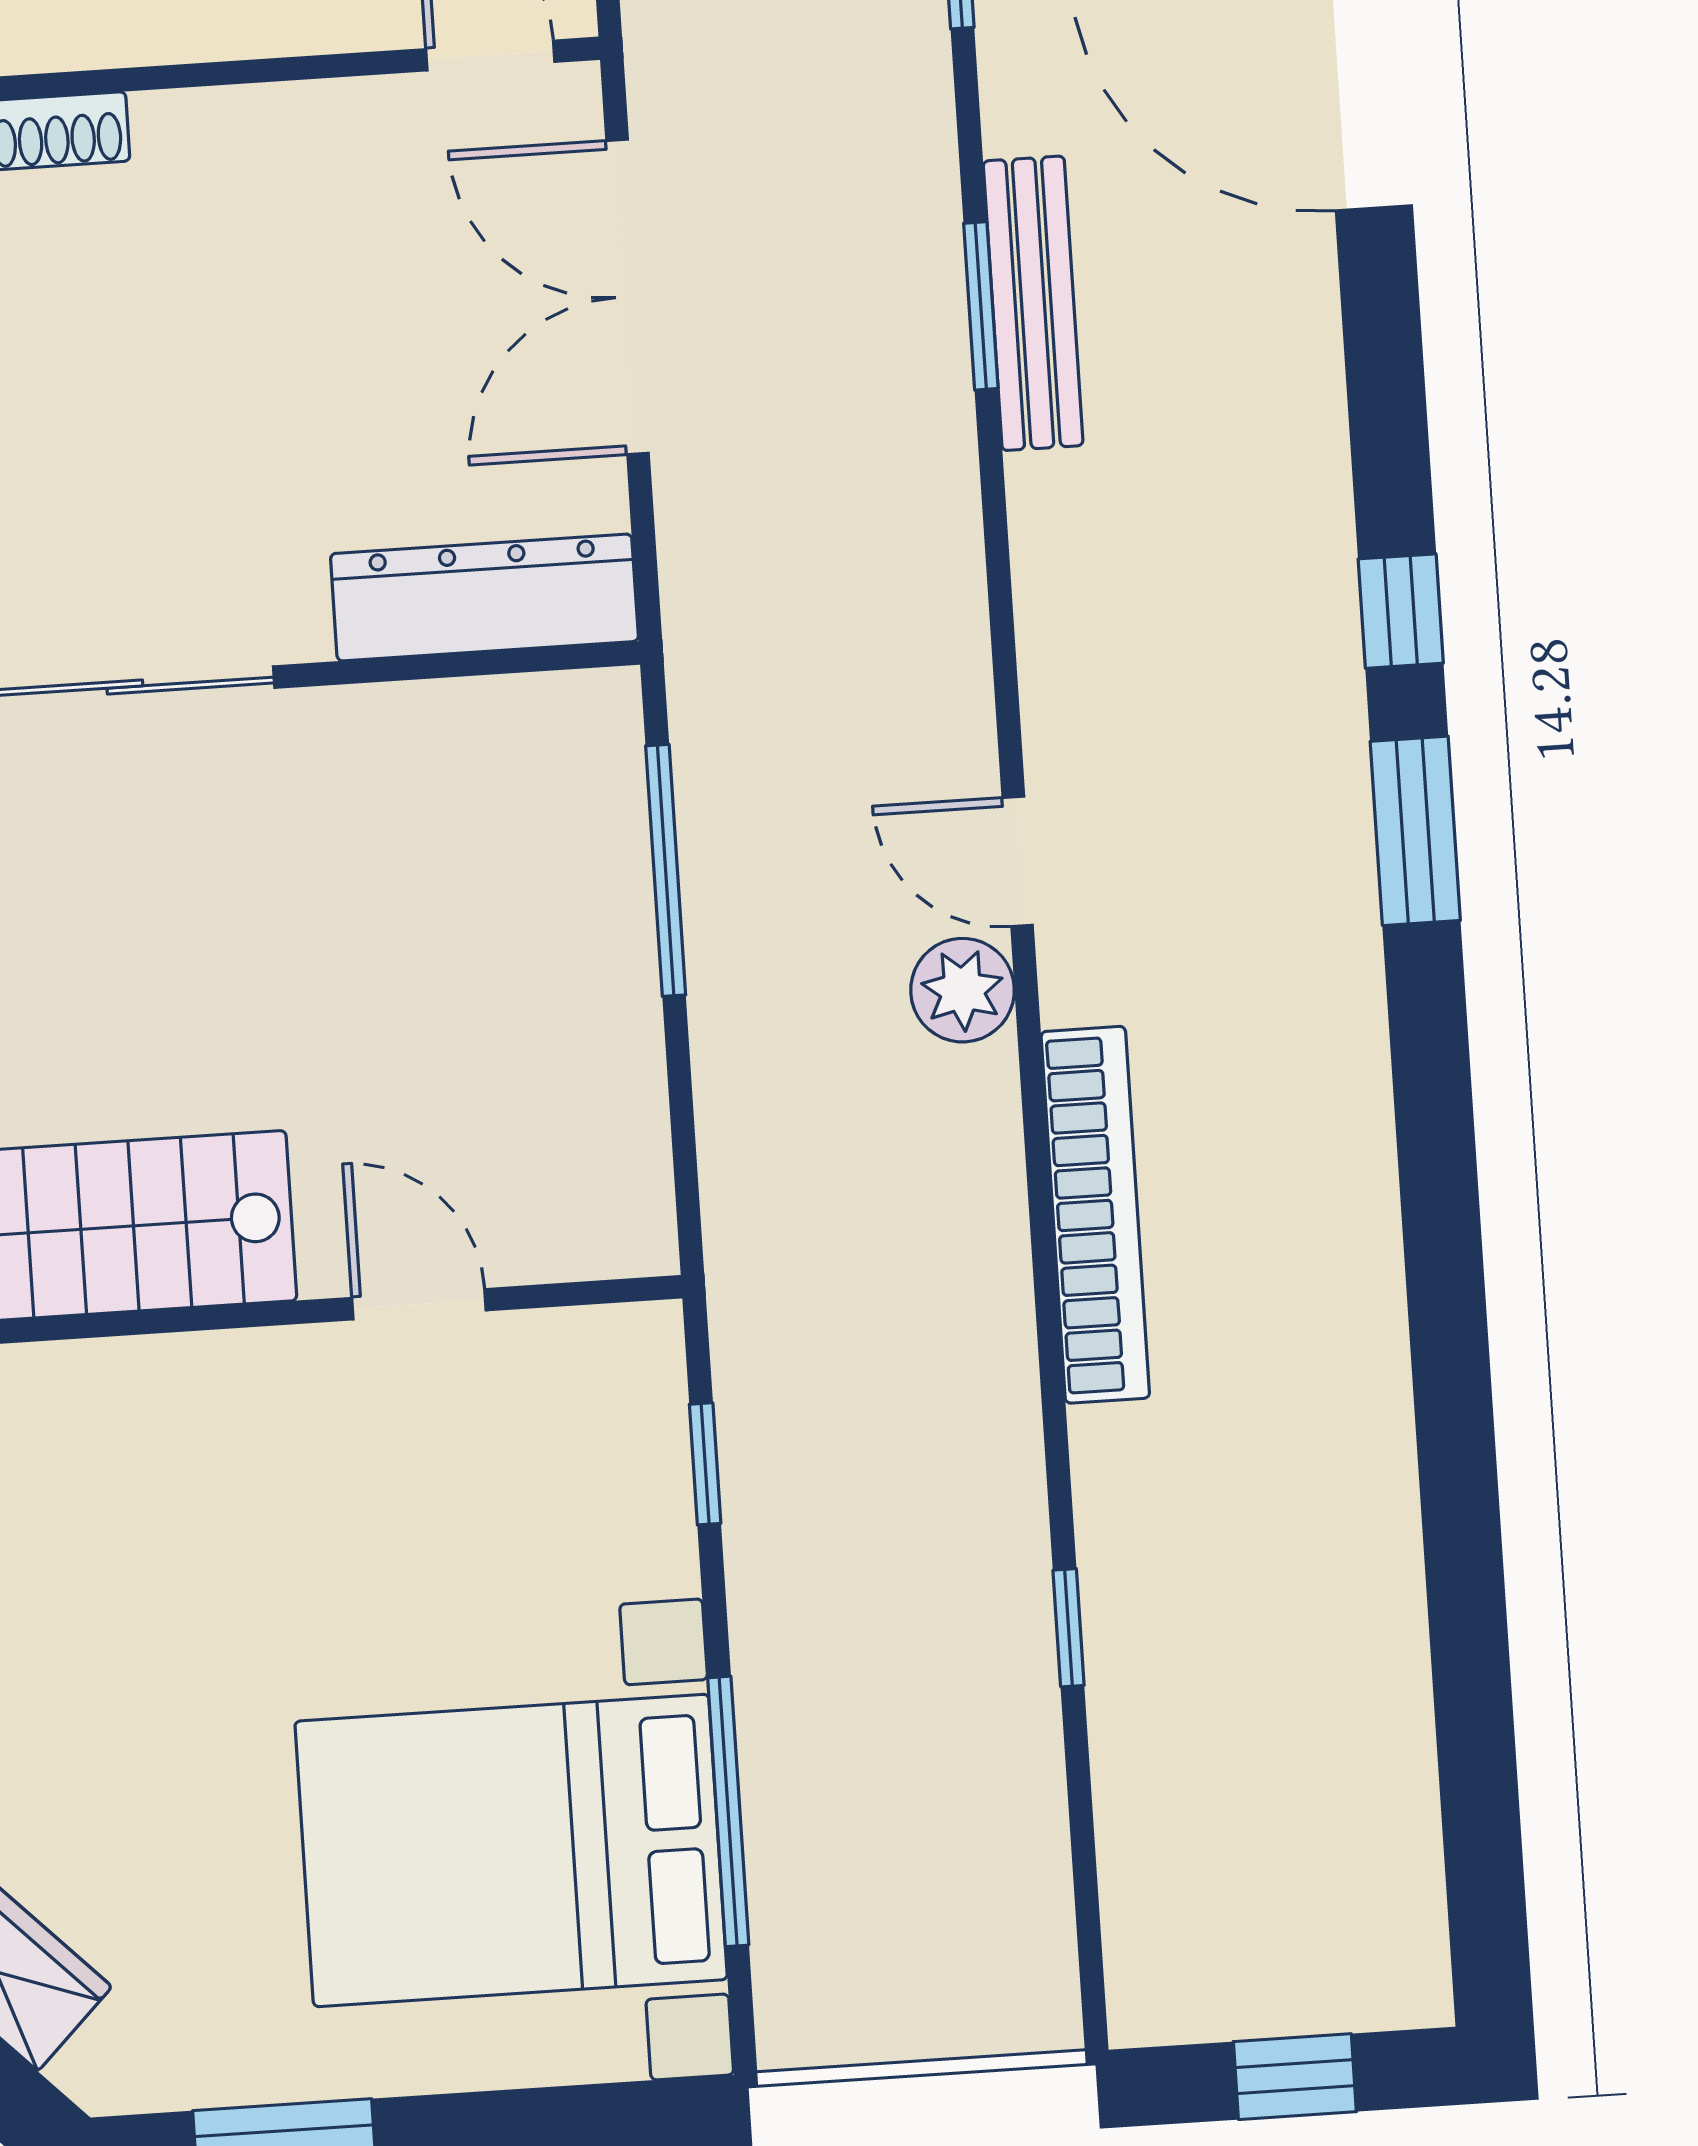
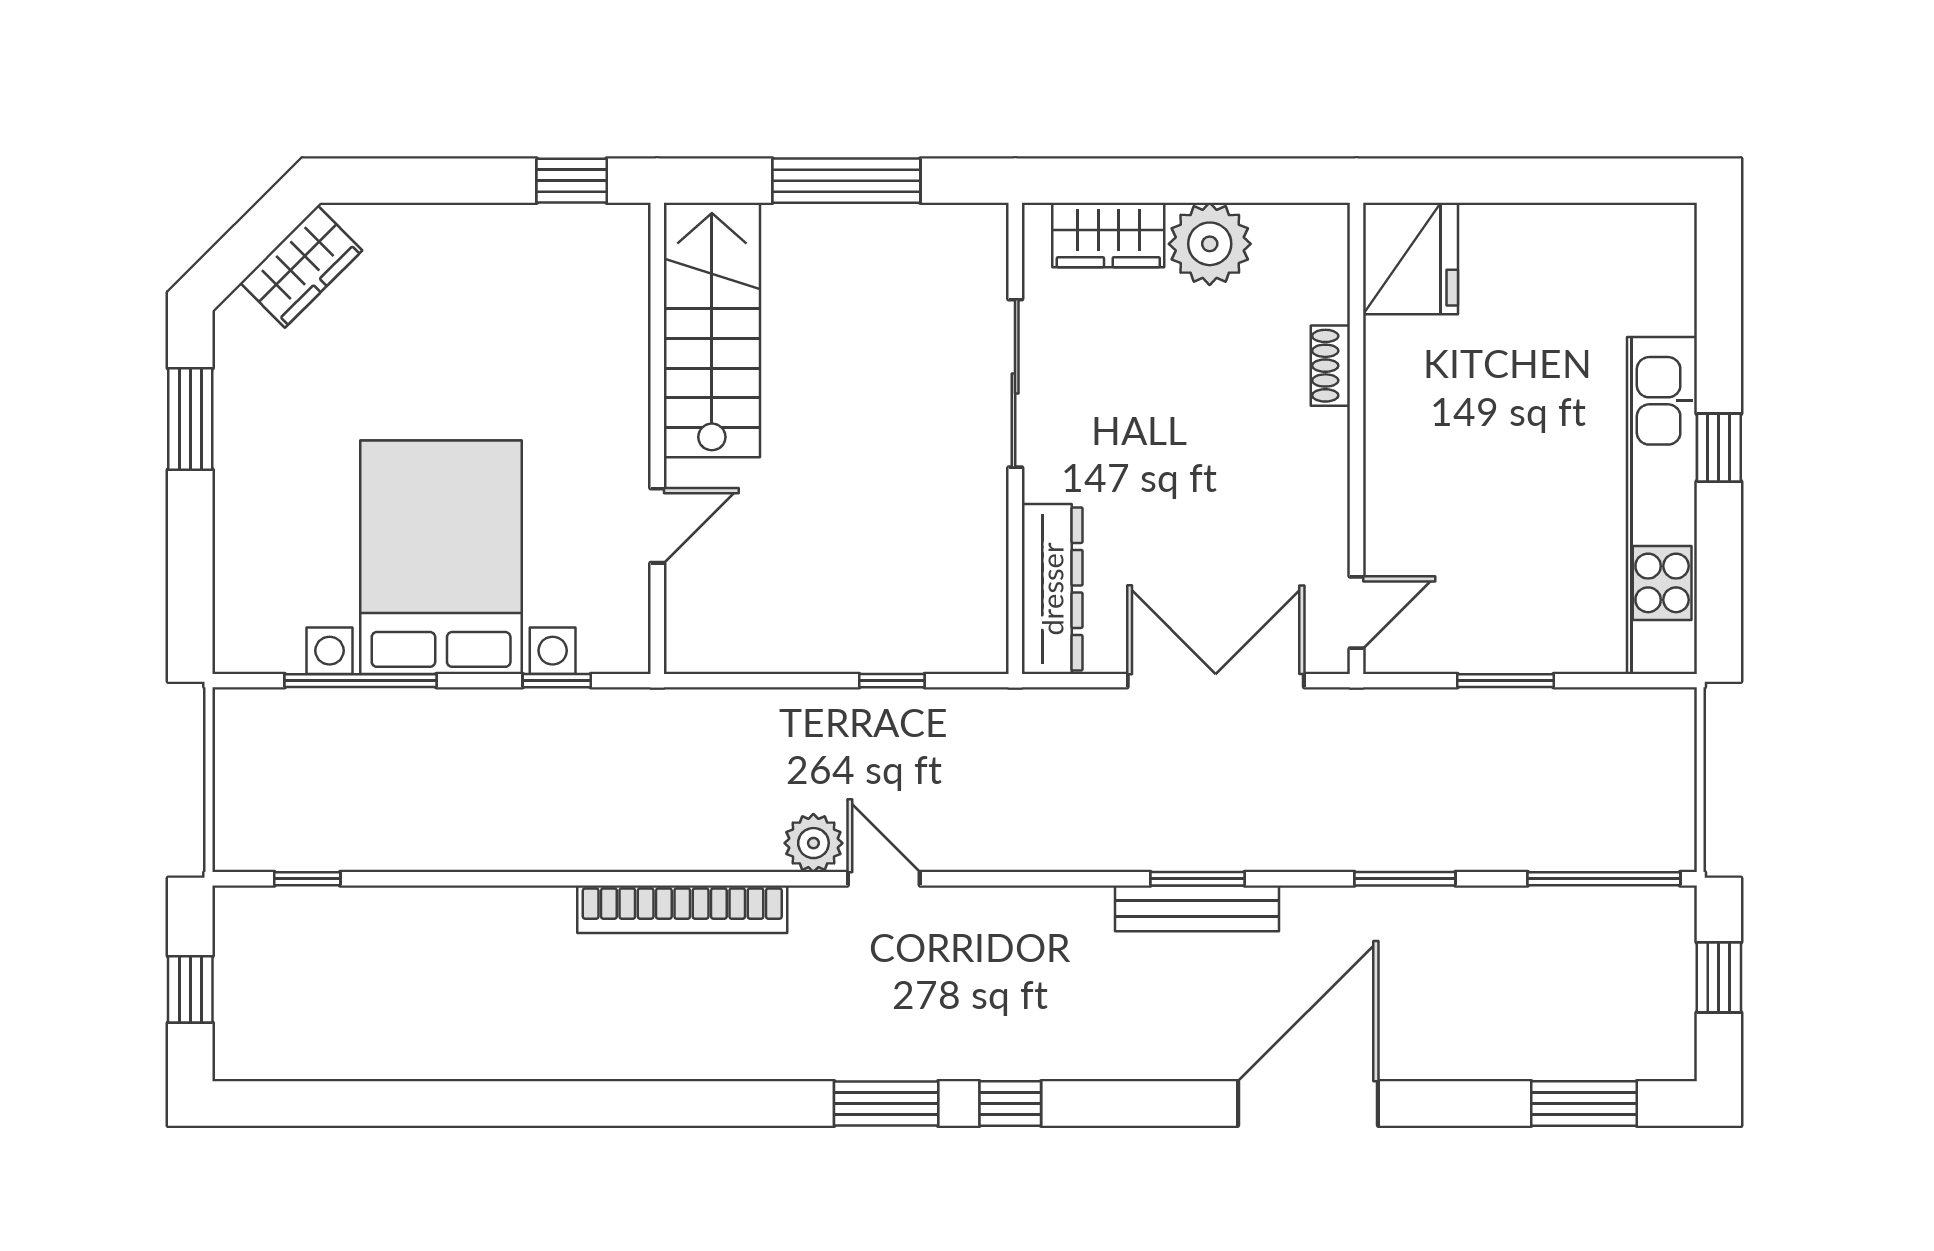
door: (1018, 861) -> (884, 879), hinge flipped
window: (666, 870) -> (892, 681), width x0.46
window: (1069, 1628) -> (307, 879), moved
bed with nightstands: (511, 1850) -> (441, 557), moved

